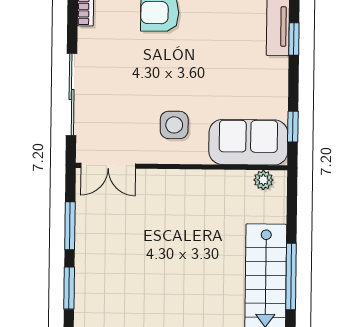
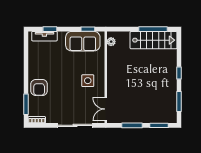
sofa: (248, 142) -> (83, 41), moved, turned -90
double door: (108, 166) -> (106, 109), swing flipped

